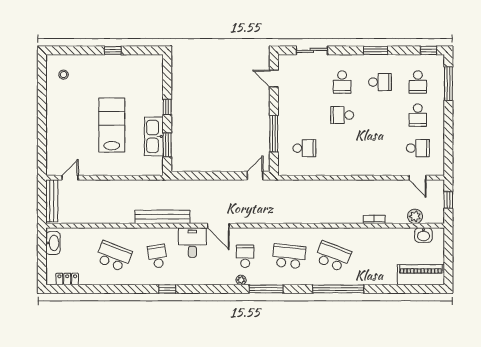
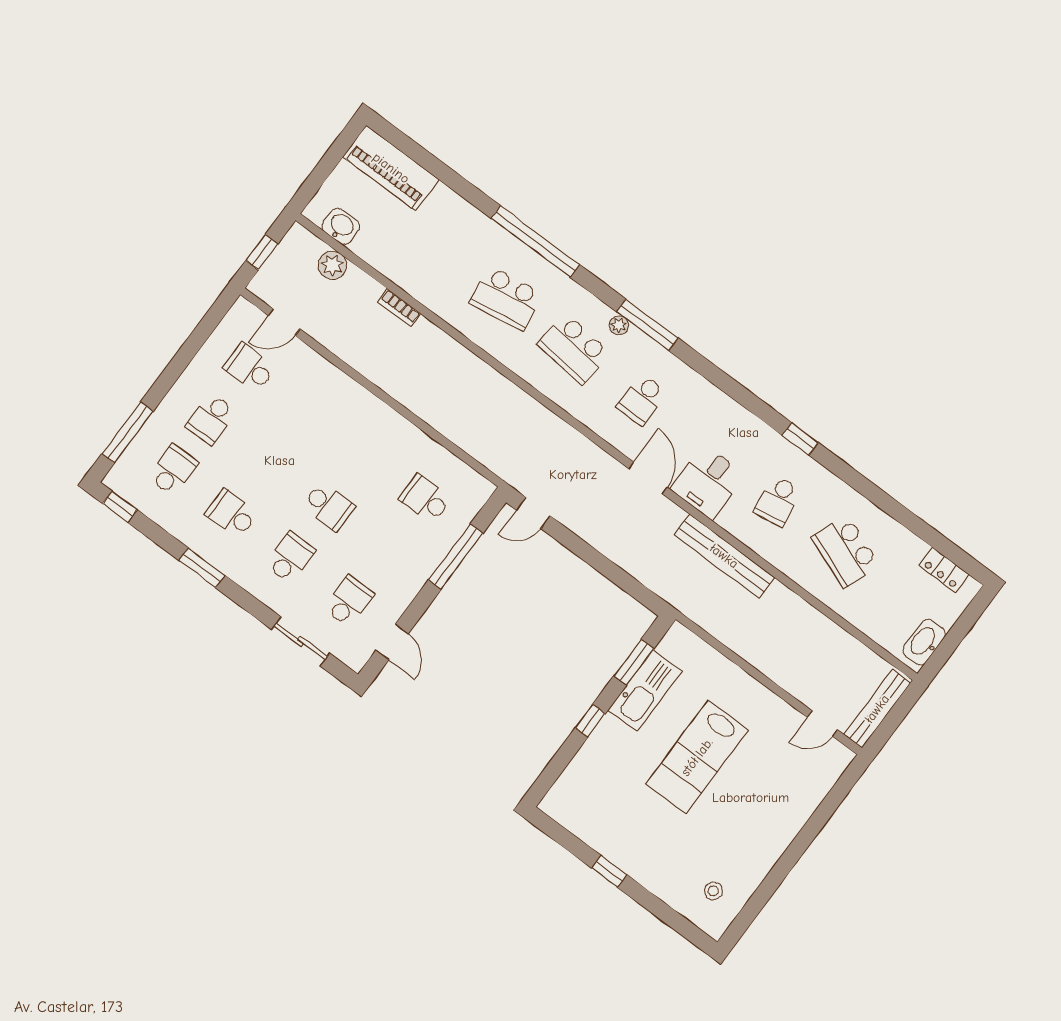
school desk: (304, 82) -> (349, 601), added
school desk: (418, 115) -> (211, 419), turned 180
door: (417, 178) -> (284, 322), swing flipped
school desk: (333, 256) -> (506, 298), turned -30
plant: (241, 280) -> (619, 325), moved

